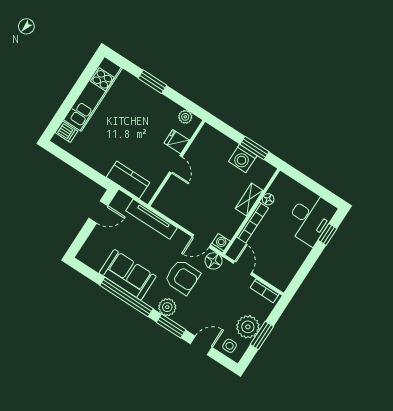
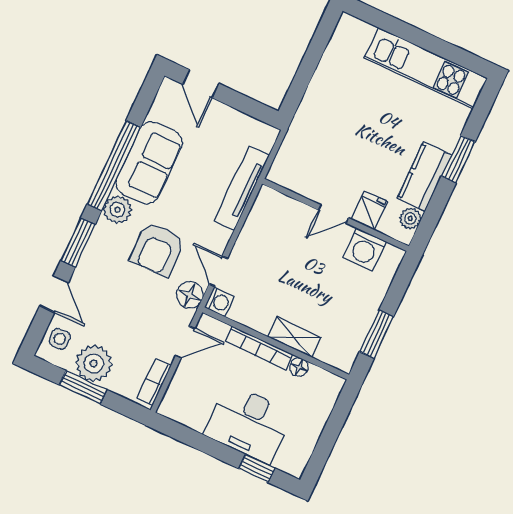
dishwasher: (66, 132) -> (360, 35), removed
washing machine: (243, 159) -> (365, 249), moved, turned -90
kitchen counter: (128, 180) -> (424, 177), moved, turned 180
door: (98, 212) -> (201, 84), moved
desk: (310, 218) -> (249, 423), moved
plant: (167, 307) -> (117, 210), moved

